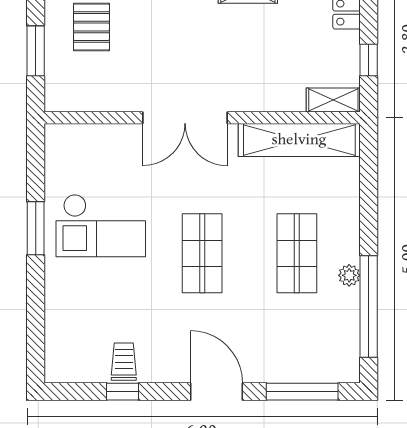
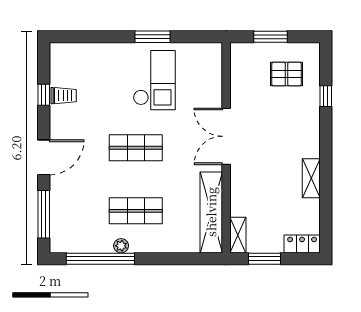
window: (369, 60) -> (265, 259), width x1.50
checkout: (101, 226) -> (154, 80), turned 180

